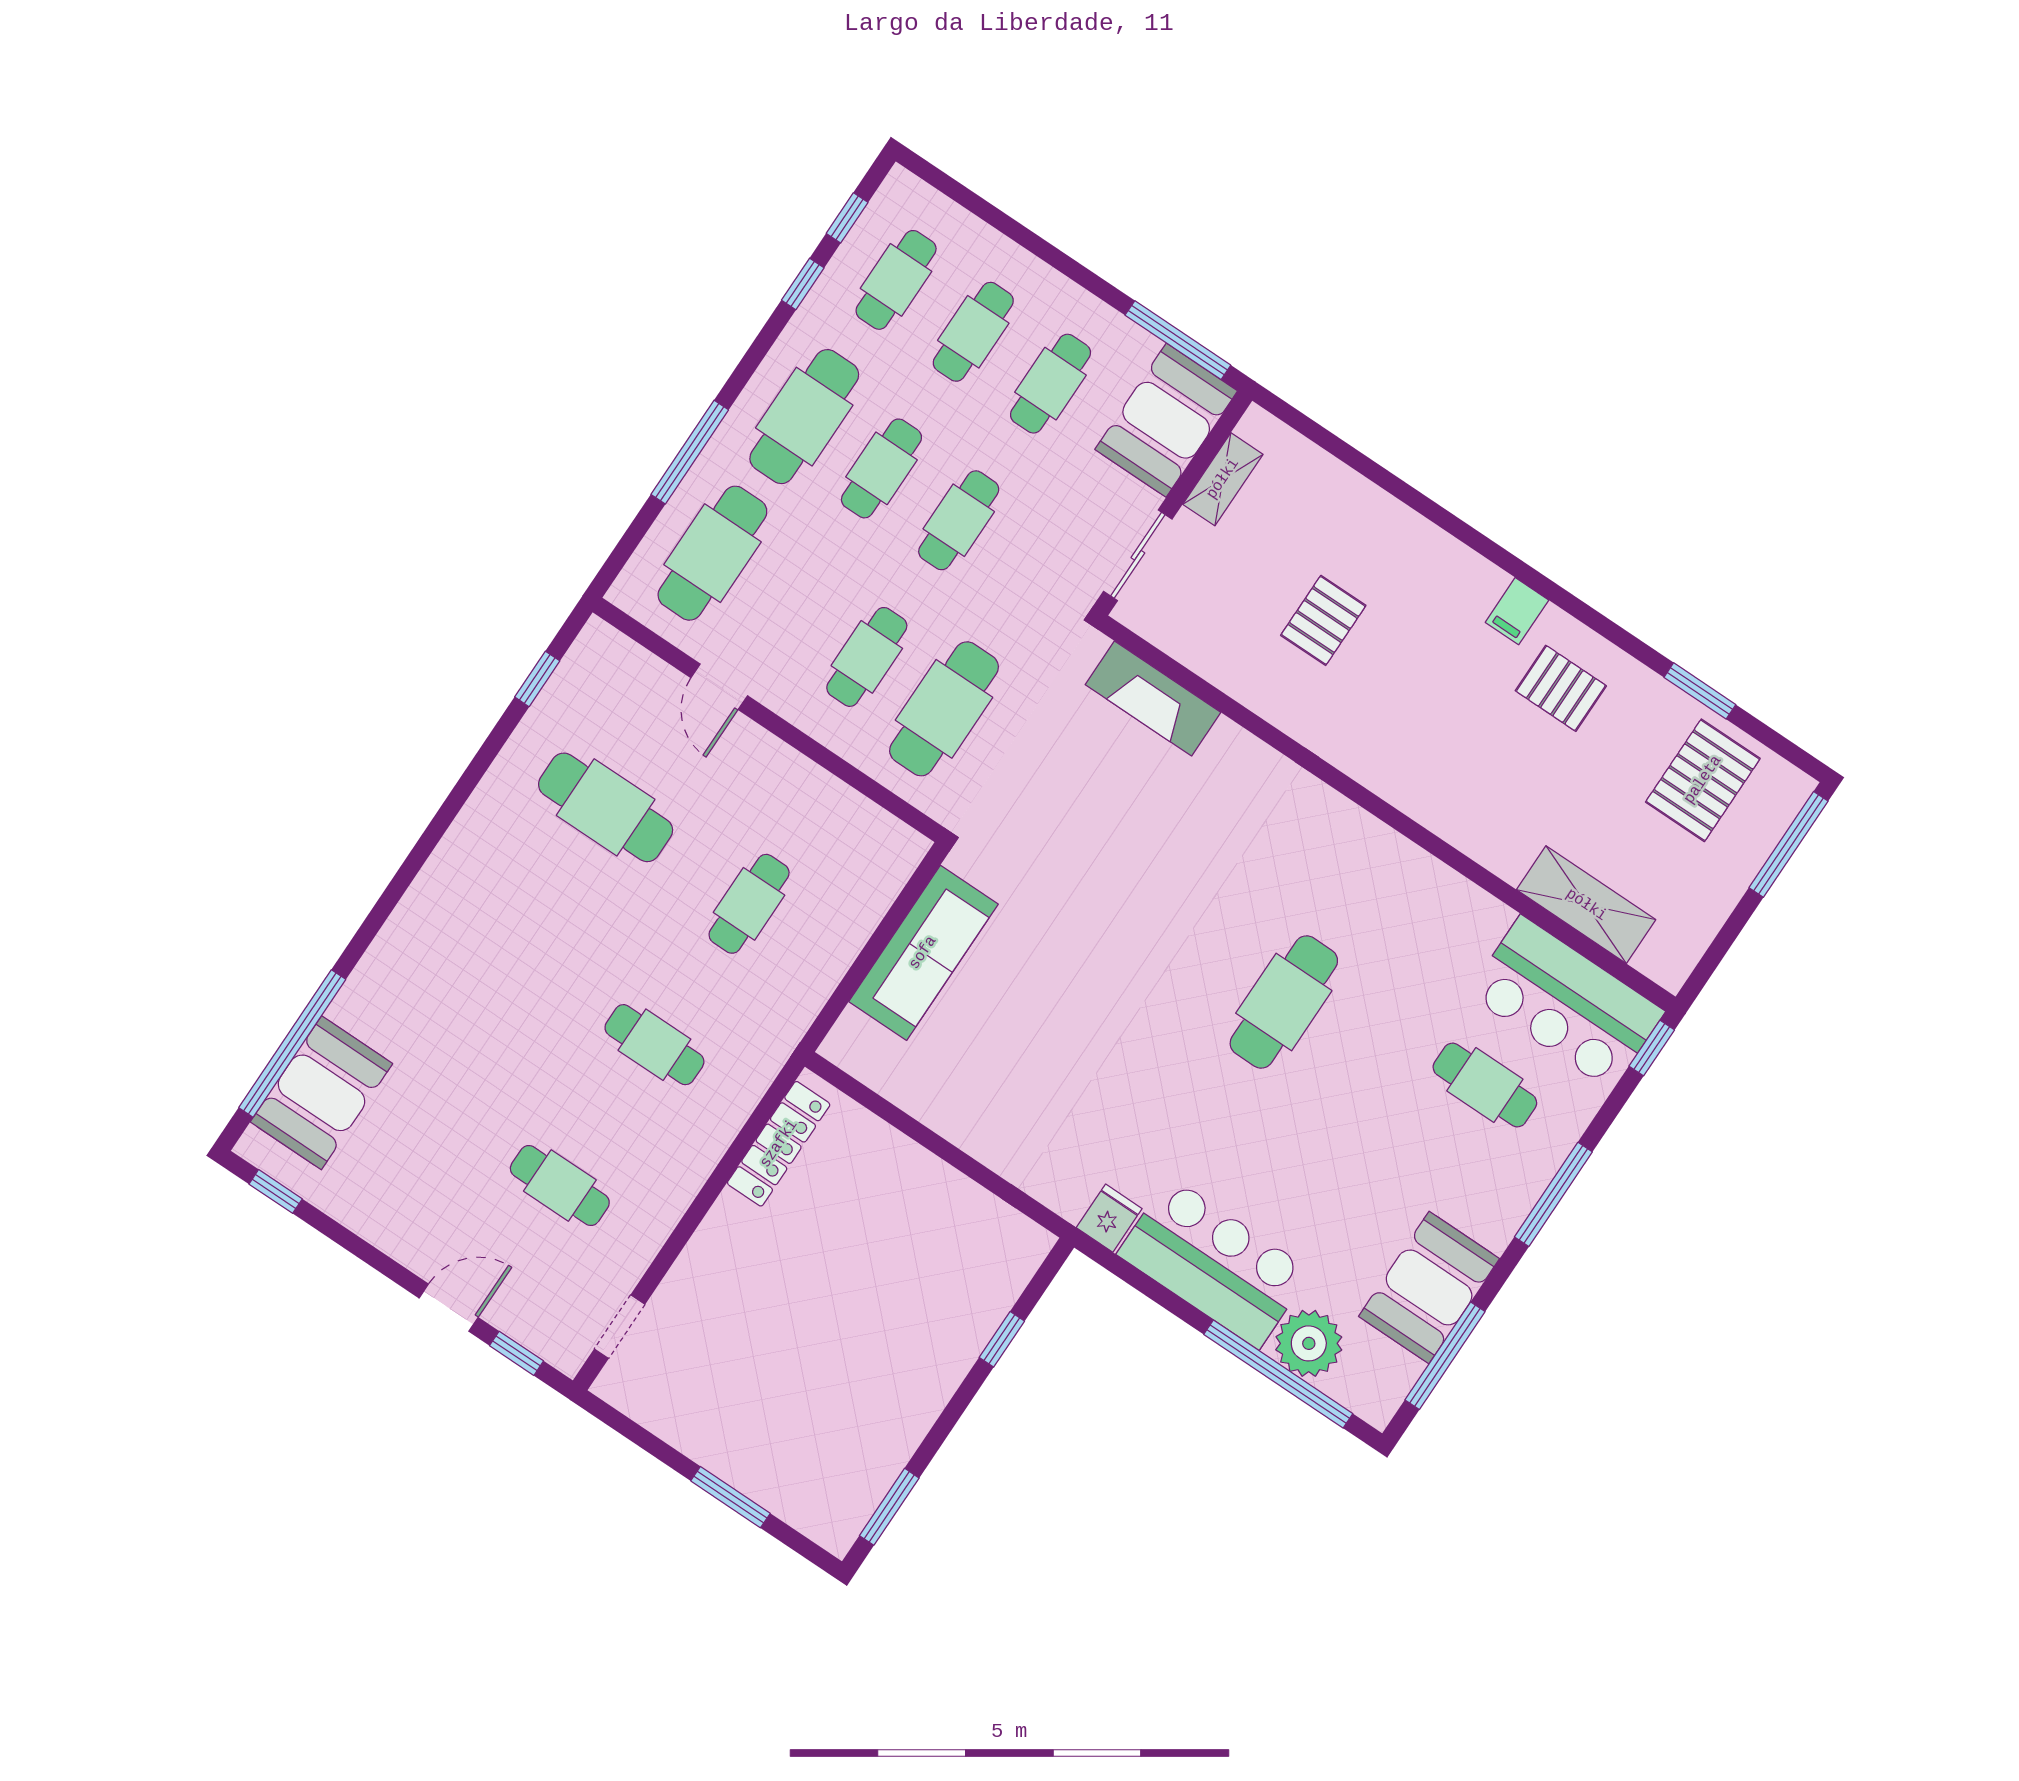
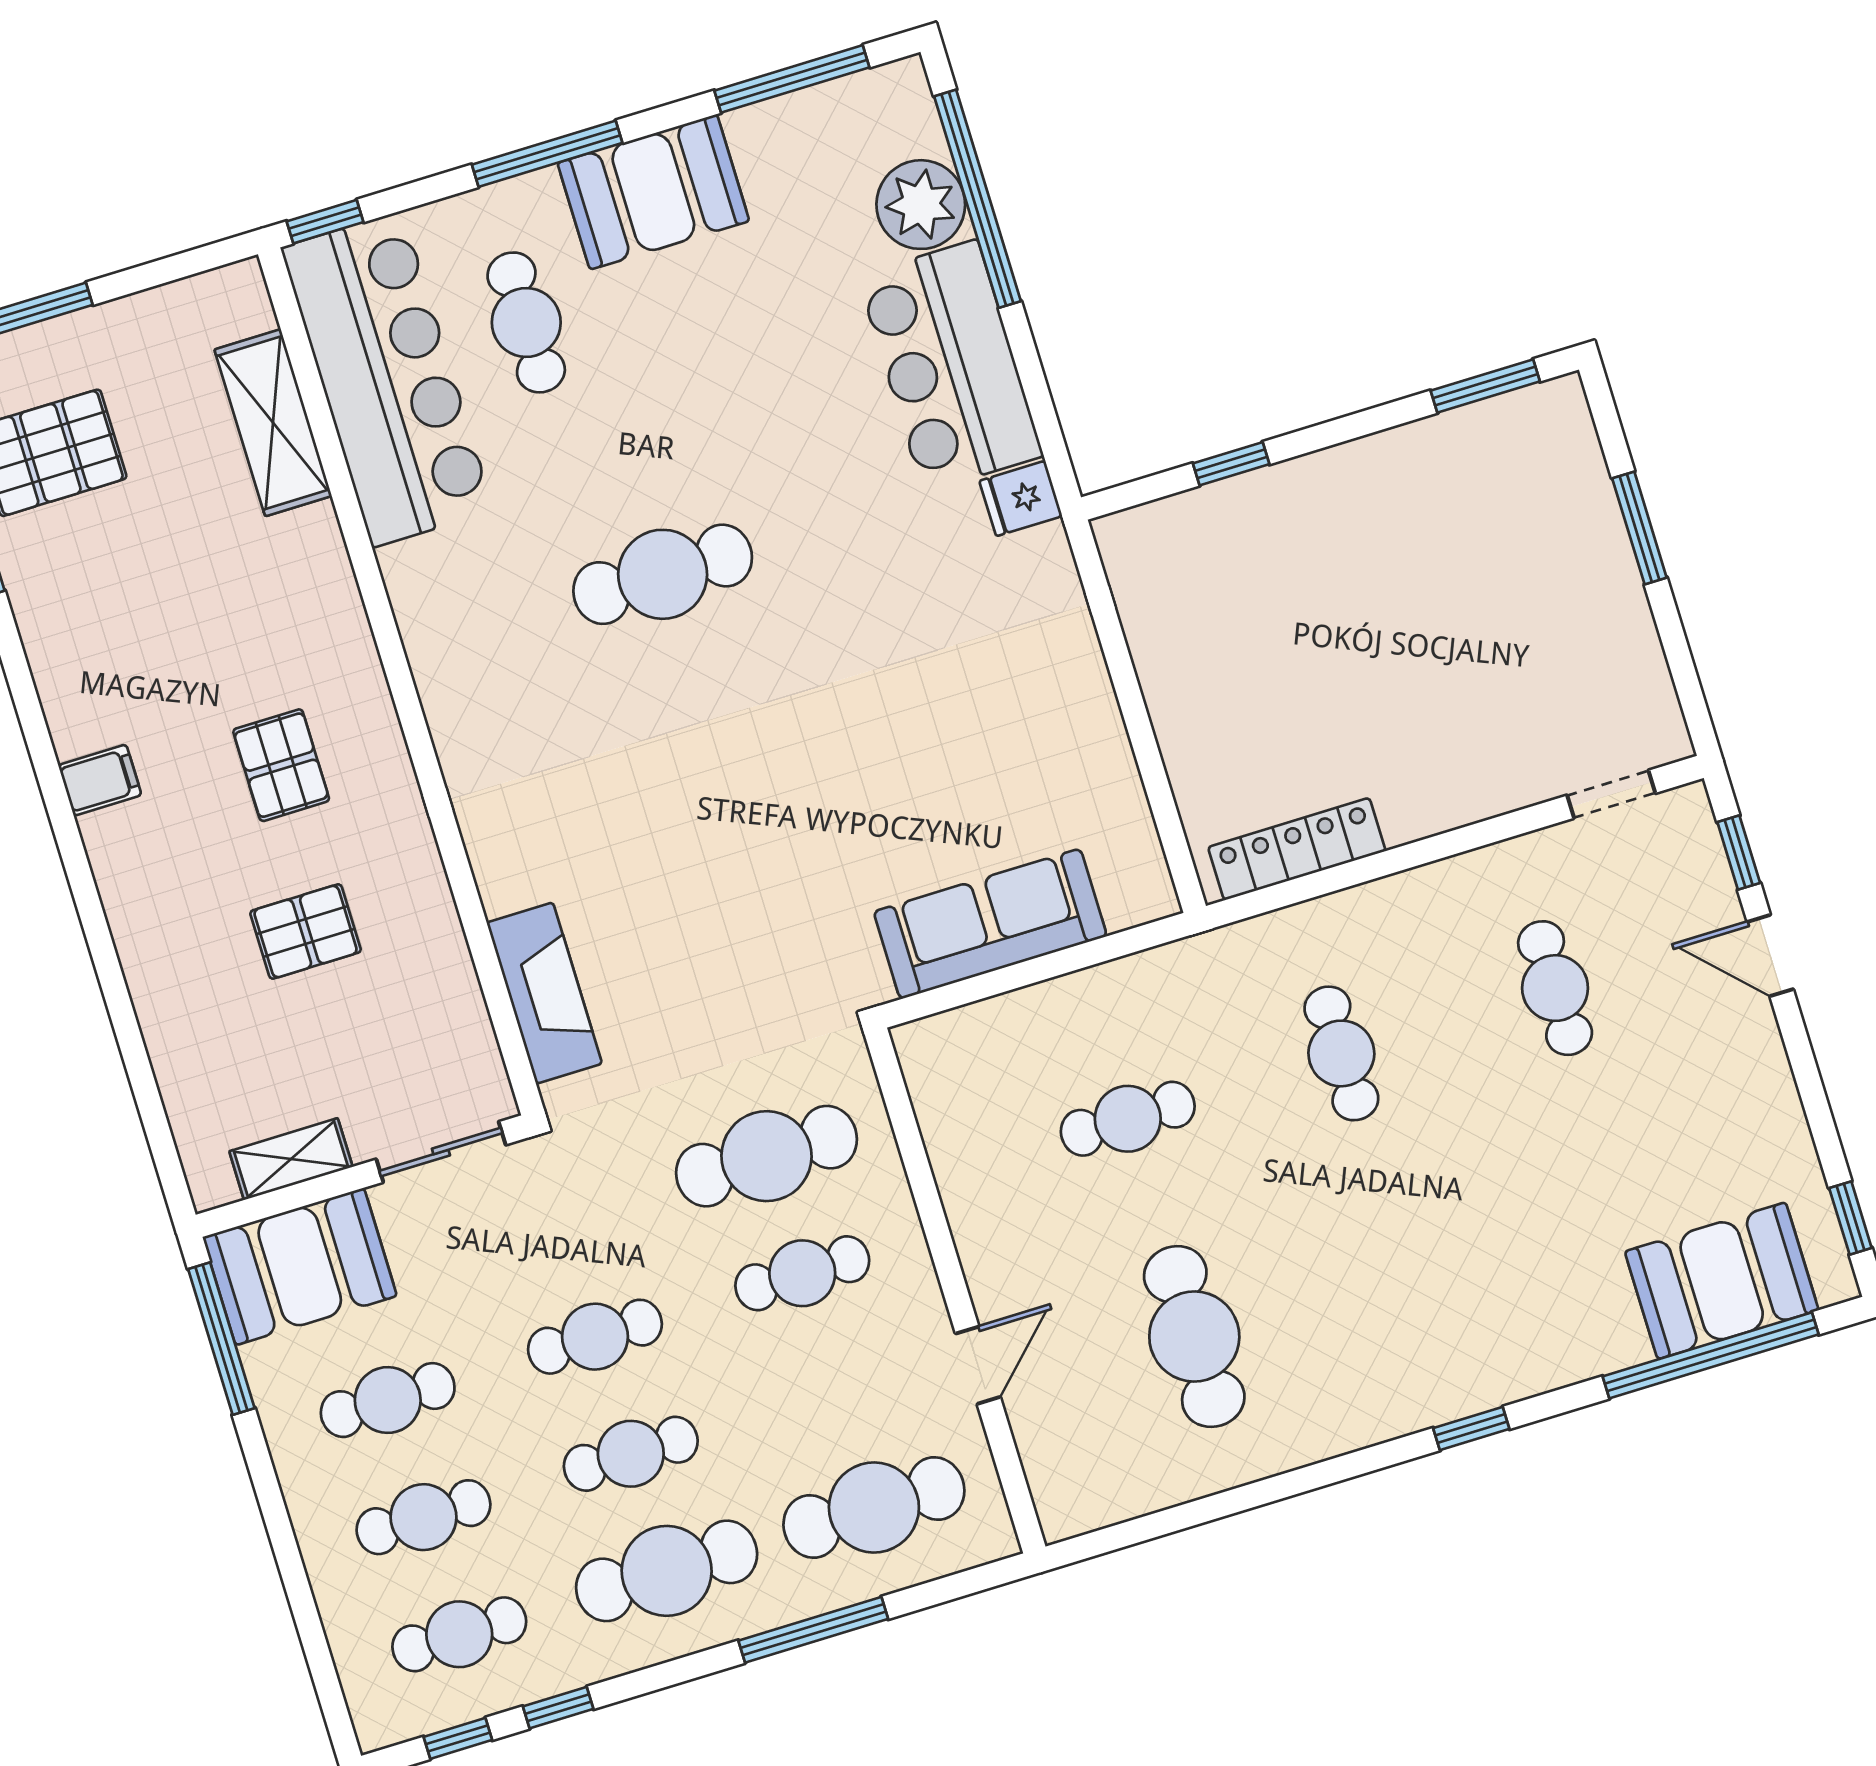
window: (537, 679) -> (1471, 1429), moved
pallet: (1561, 688) -> (281, 765), moved
bar counter: (1566, 1003) -> (387, 379), width x1.36
booth: (1429, 1287) -> (653, 192), moved

